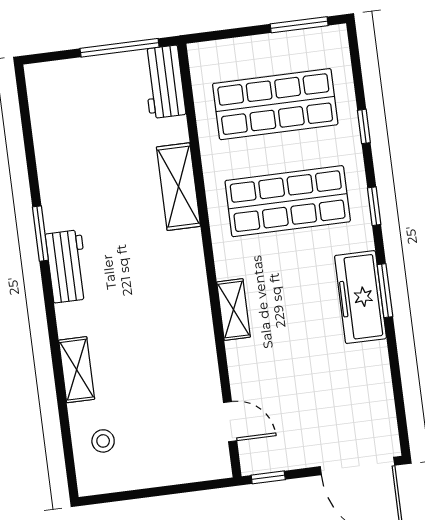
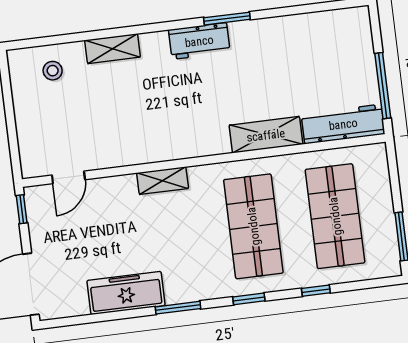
workbench: (164, 82) -> (343, 124), width x1.38
freezer: (360, 297) -> (126, 293), moved

